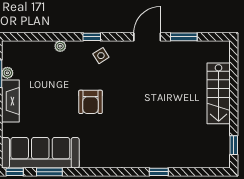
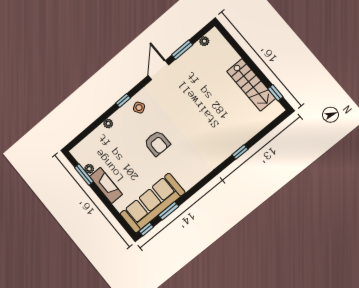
plant: (210, 46) -> (204, 41), added
stairs: (219, 93) -> (251, 85), moved

